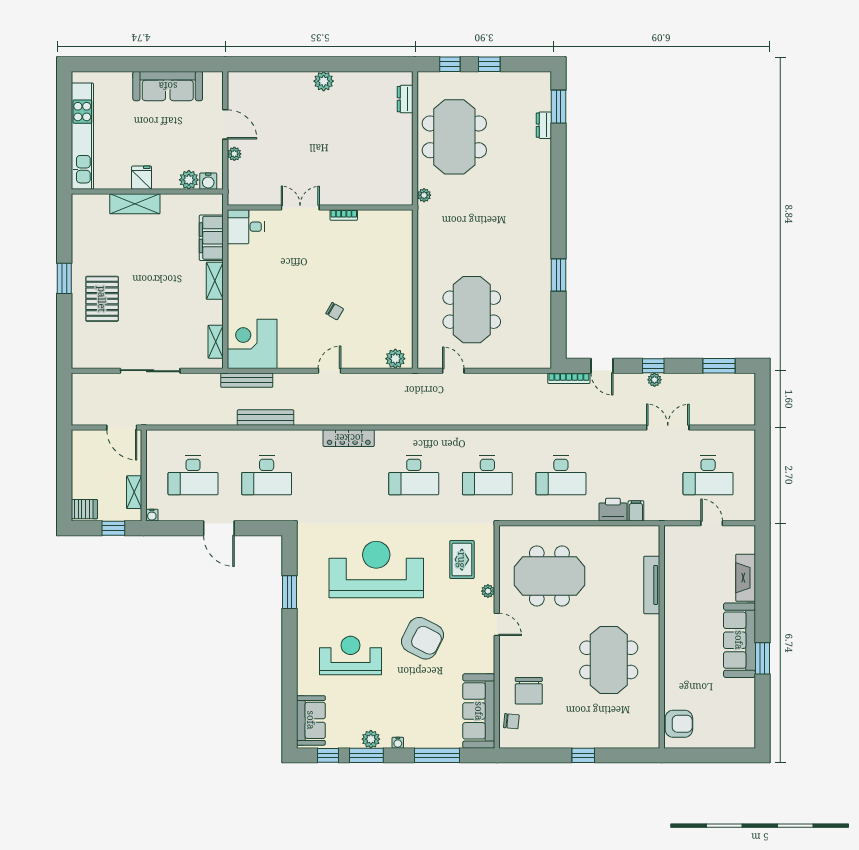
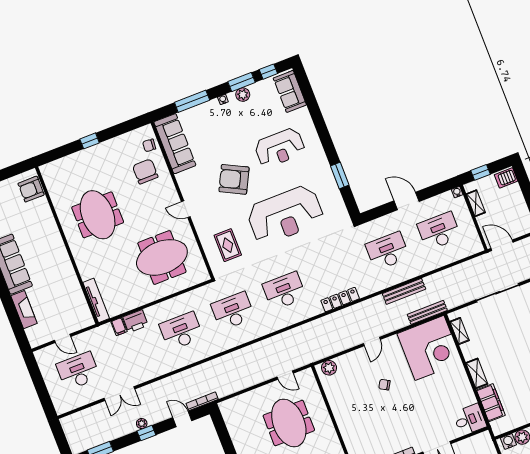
corner desk: (252, 344) -> (430, 348), width x1.36, depth x1.36
tv unit: (652, 585) -> (96, 300), moved
plant: (488, 591) -> (201, 230), removed

